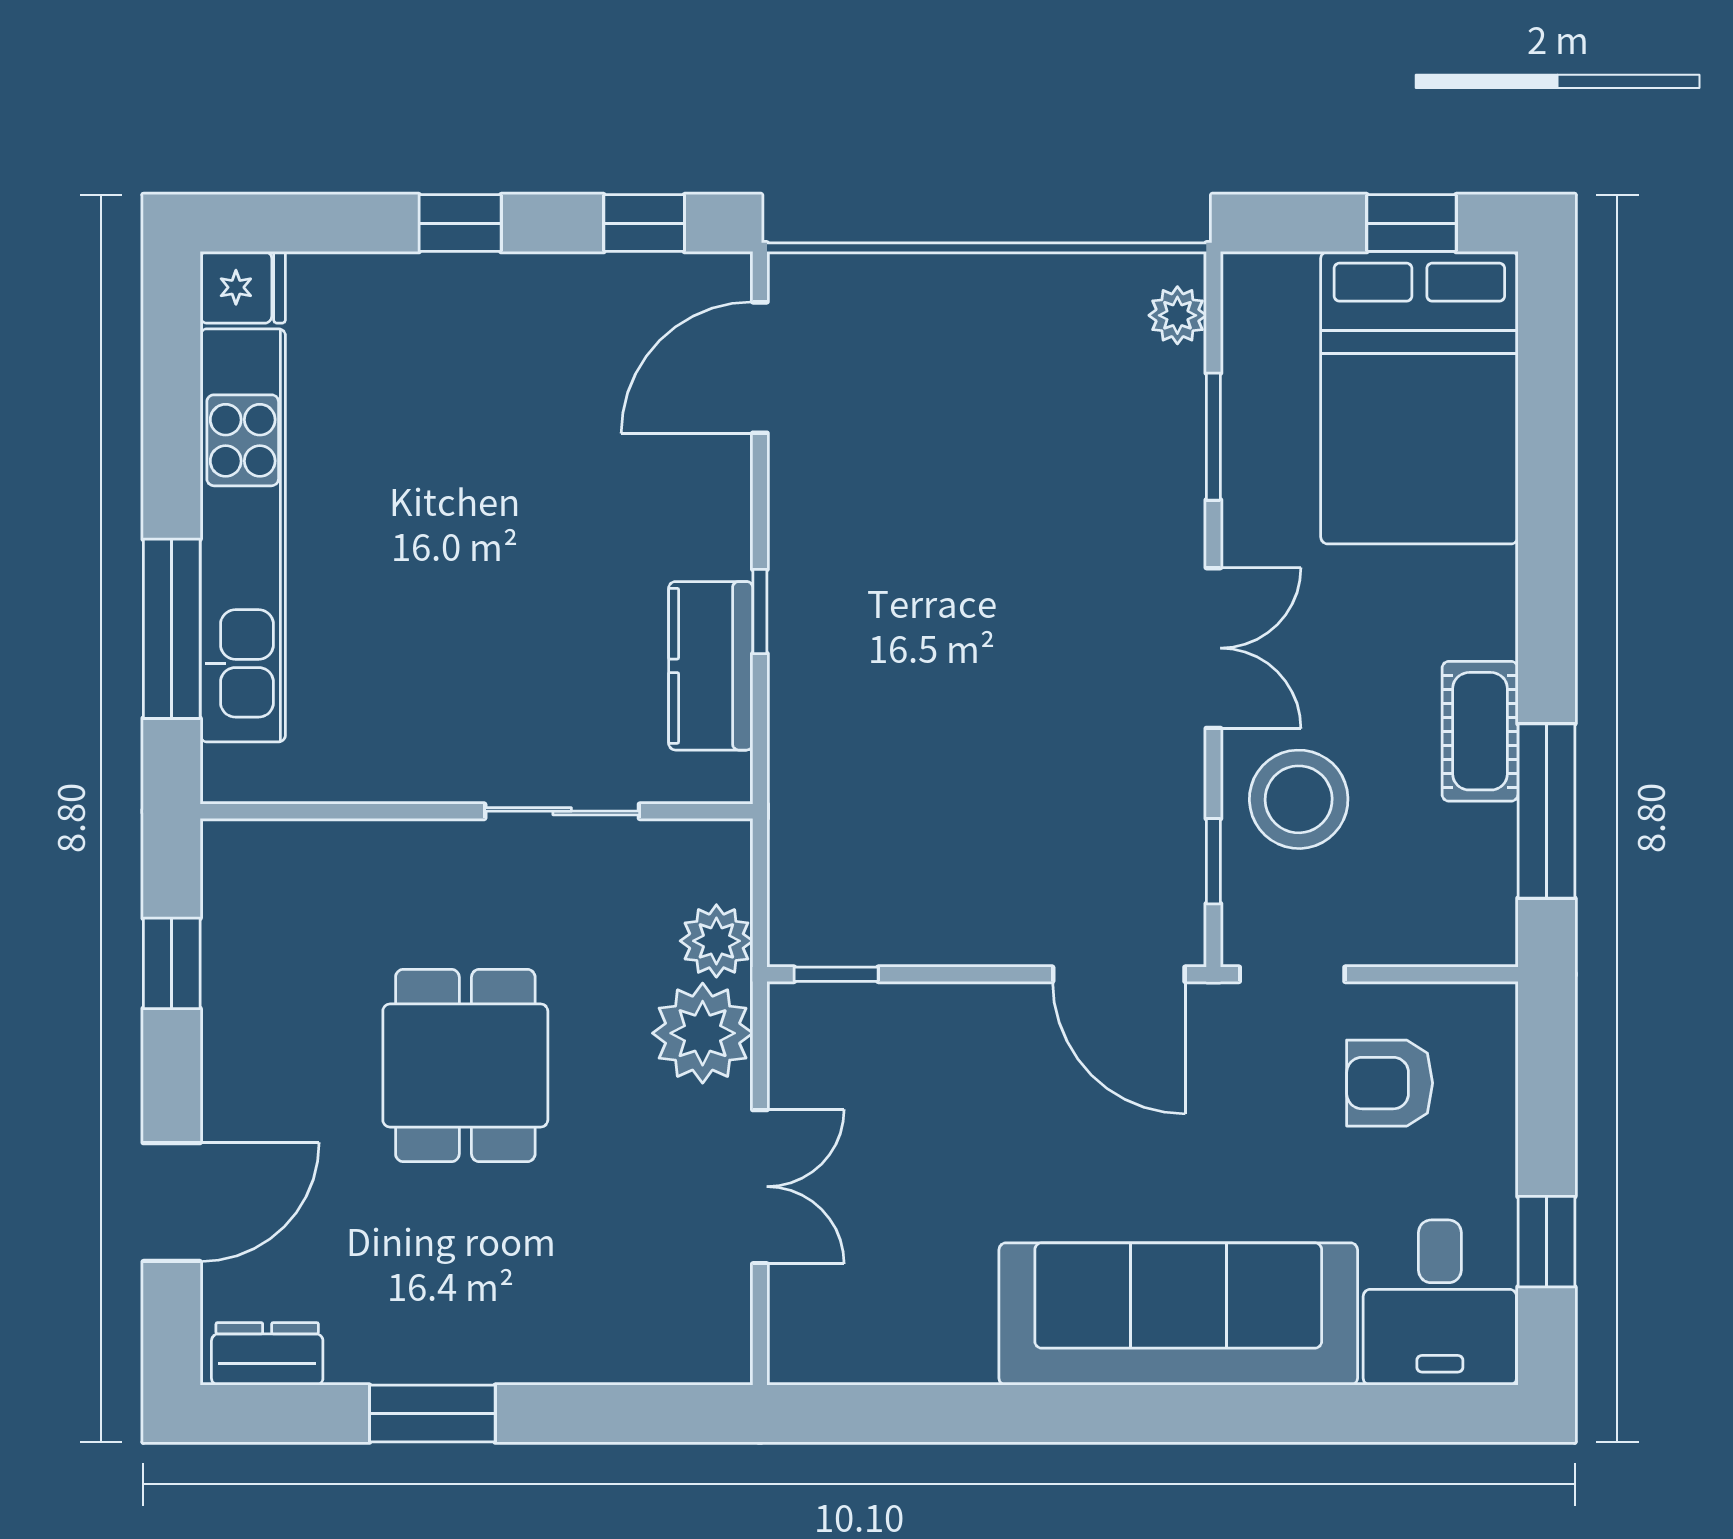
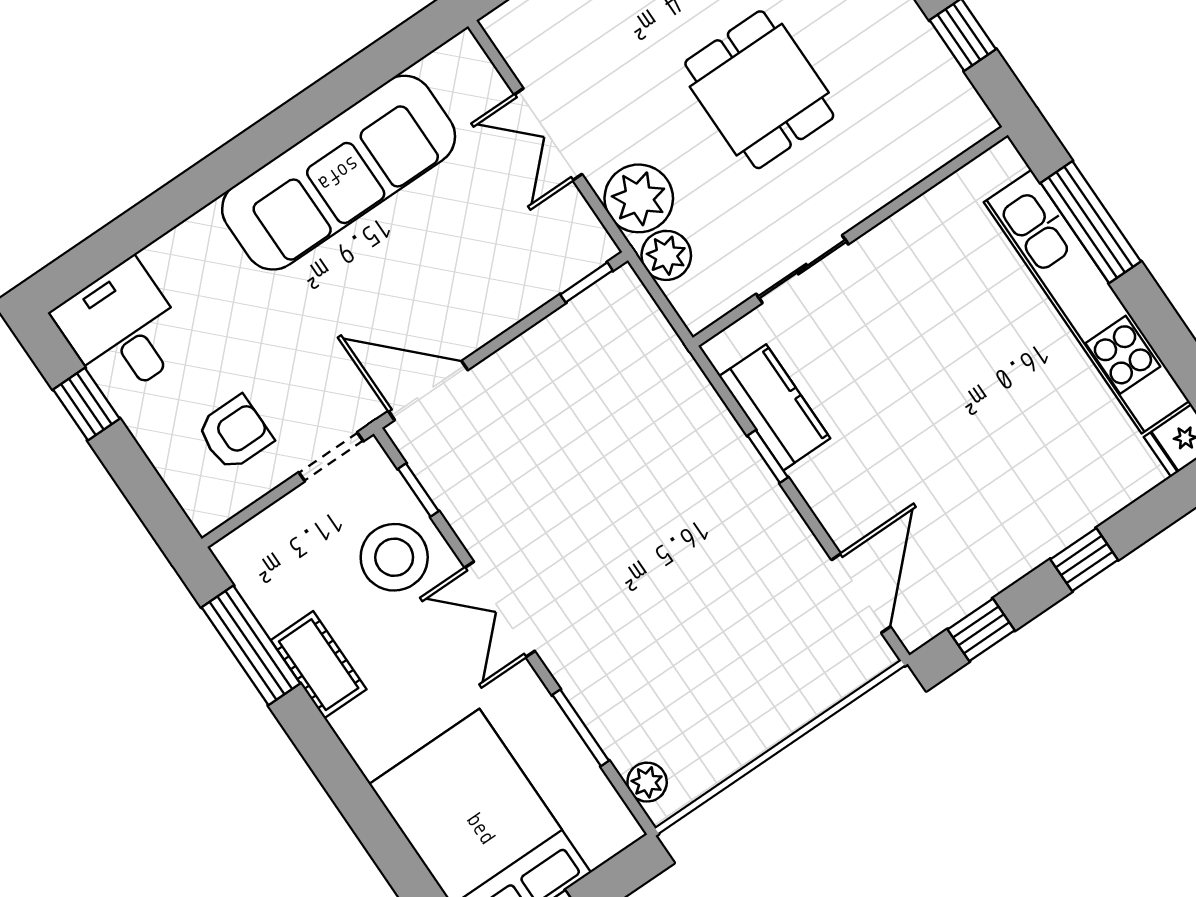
sofa: (1178, 1314) -> (339, 173), moved

